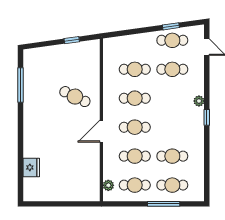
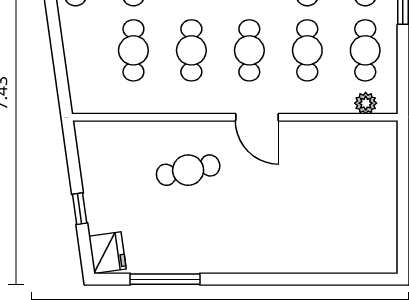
window: (72, 40) -> (80, 209), moved
cafe table: (75, 97) -> (188, 170), turned 52
fridge: (31, 167) -> (107, 253), moved, turned 82

